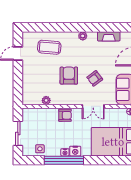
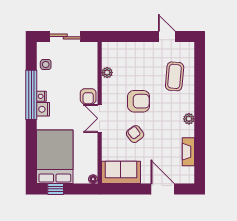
double door: (93, 106) -> (100, 118), moved

